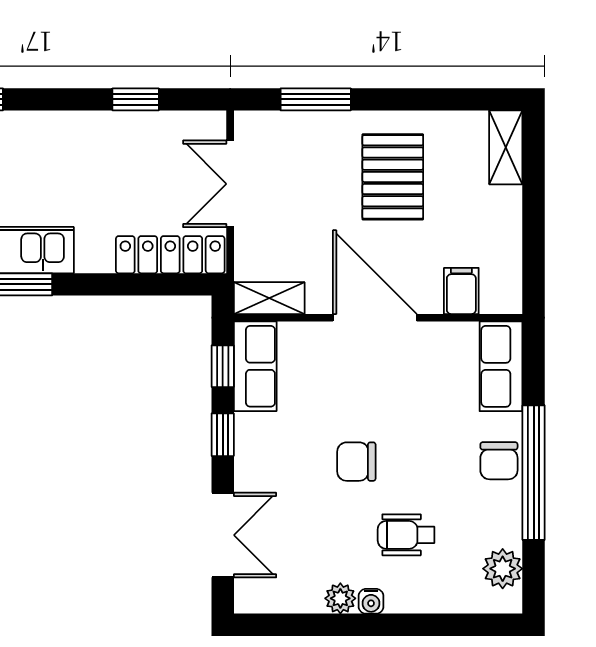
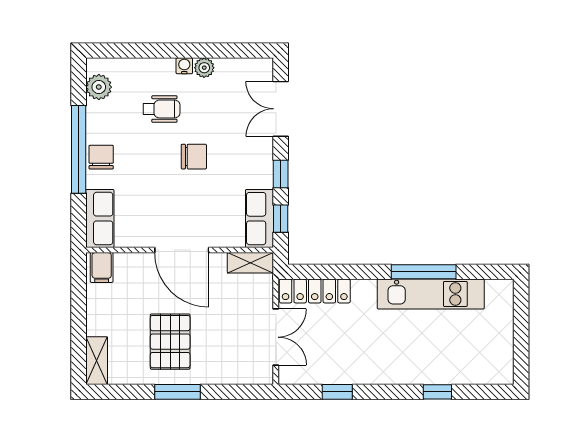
window: (316, 99) -> (178, 392), moved
filing cabinet: (461, 291) -> (102, 267), moved

